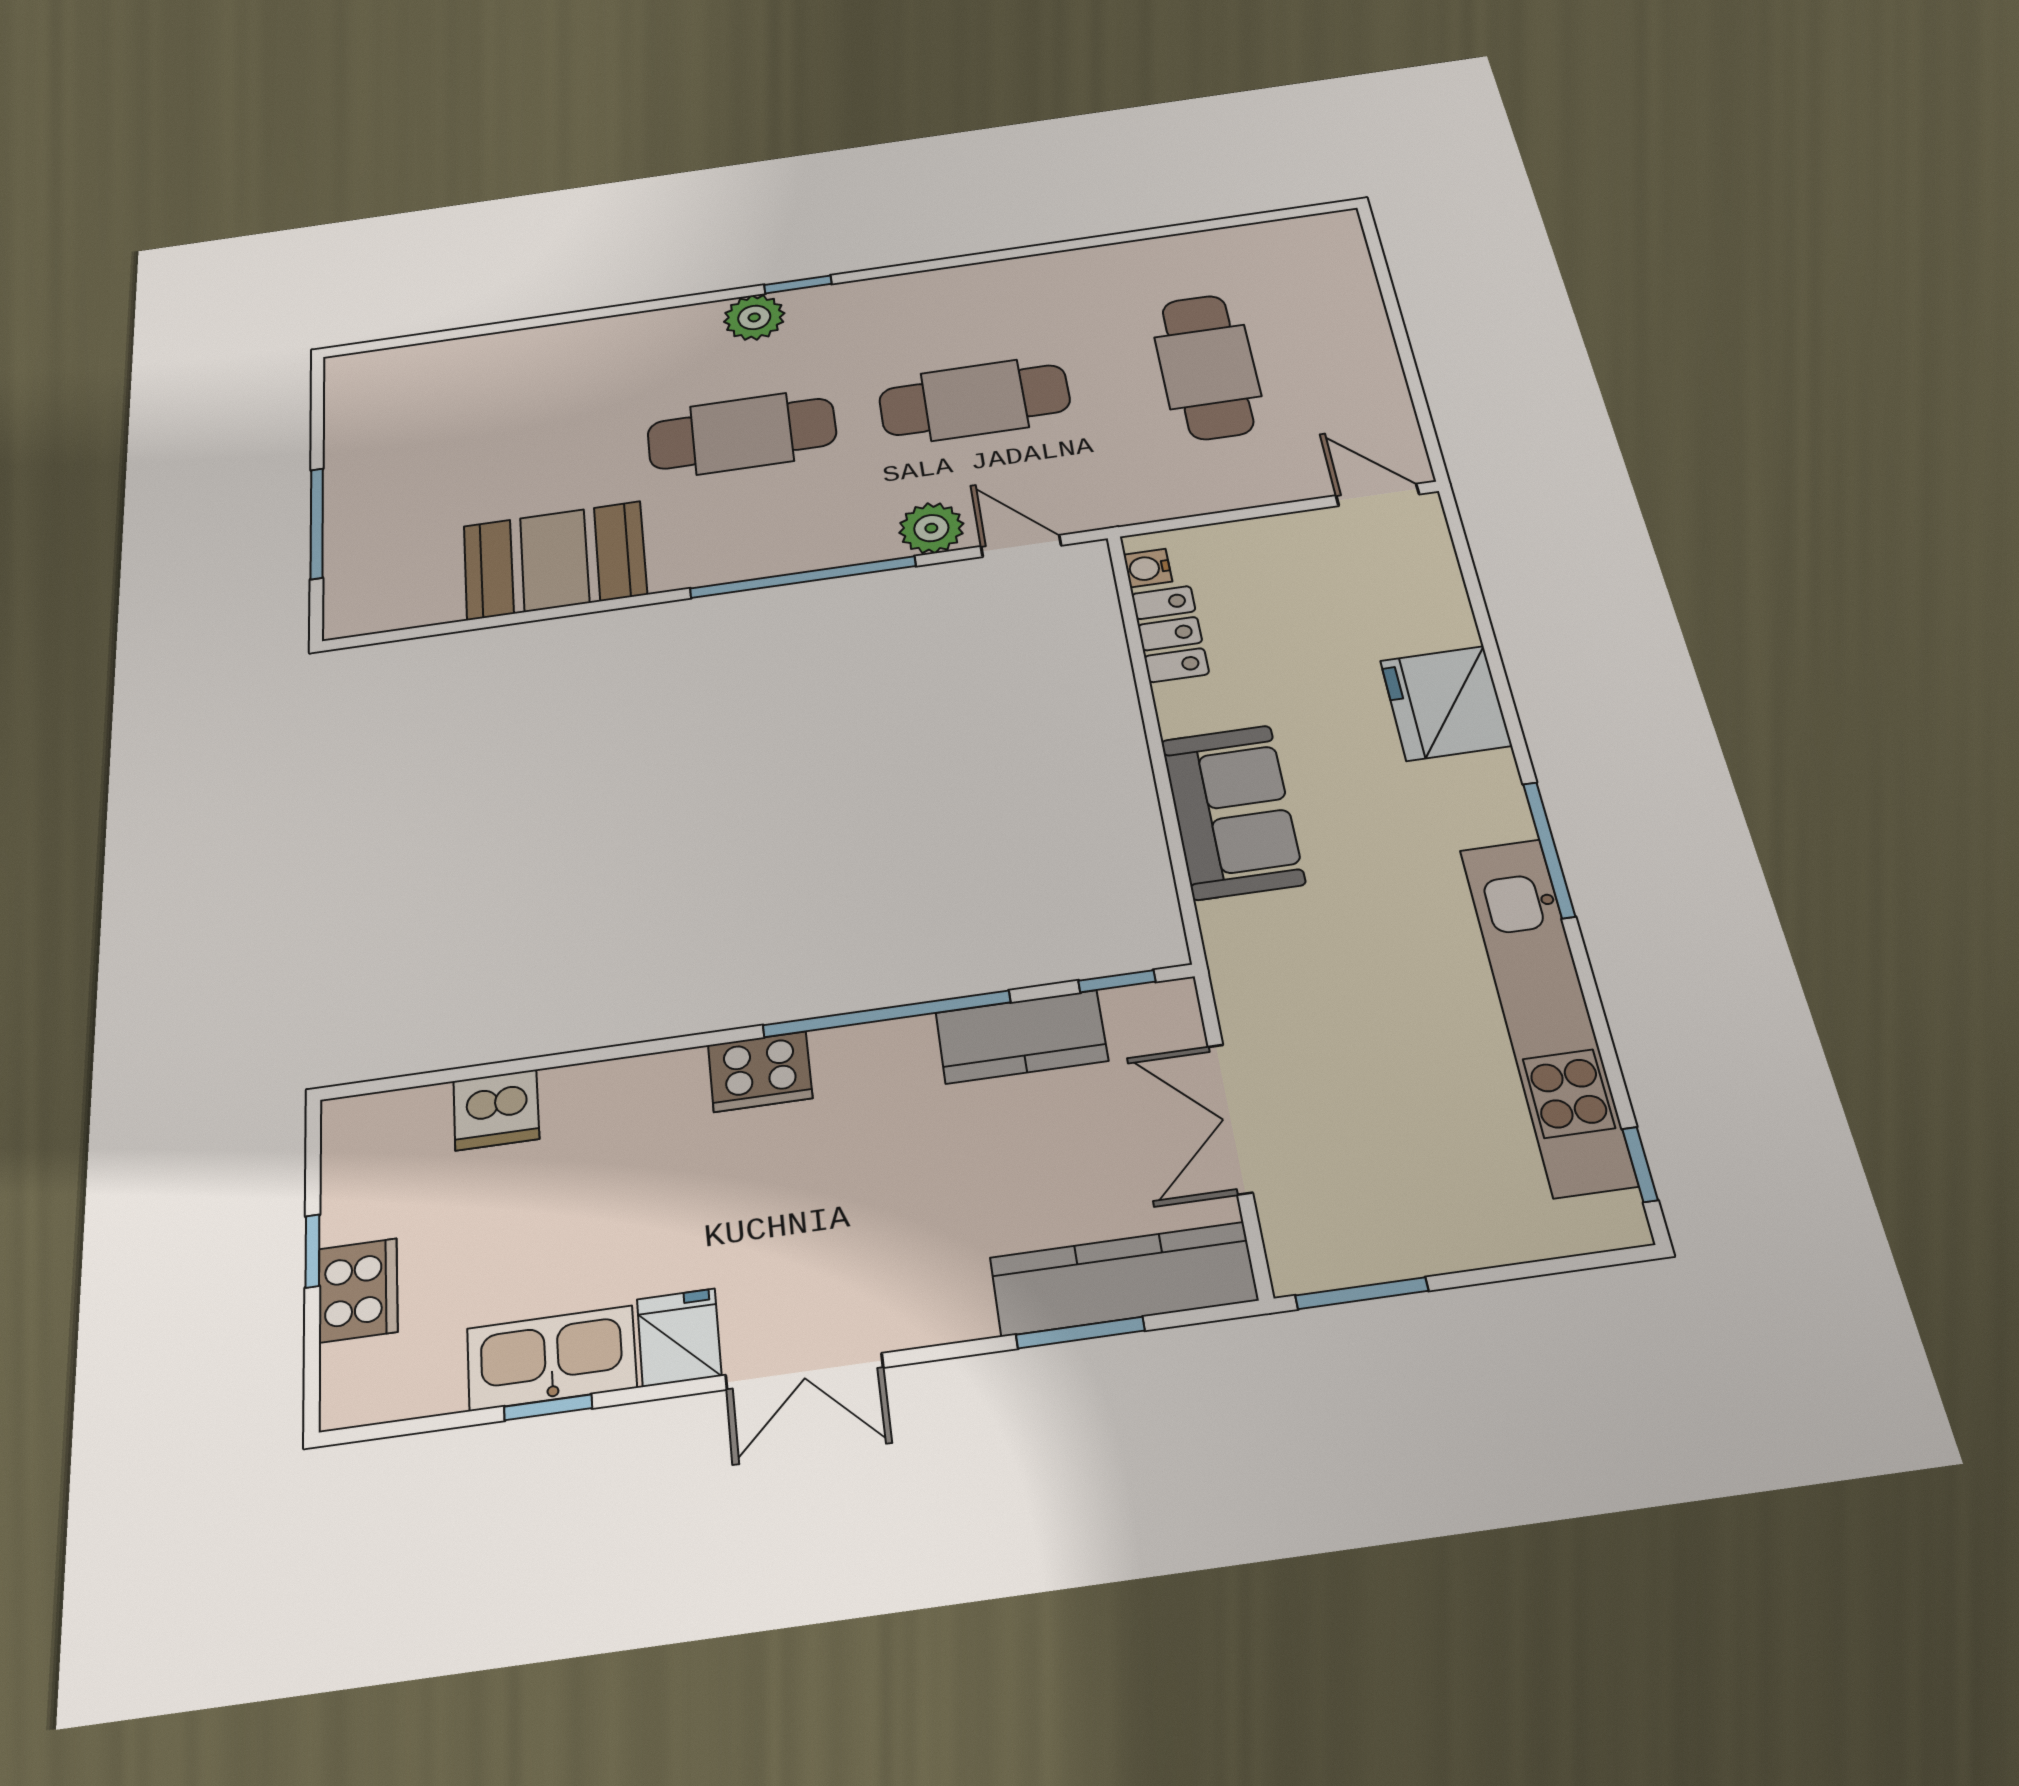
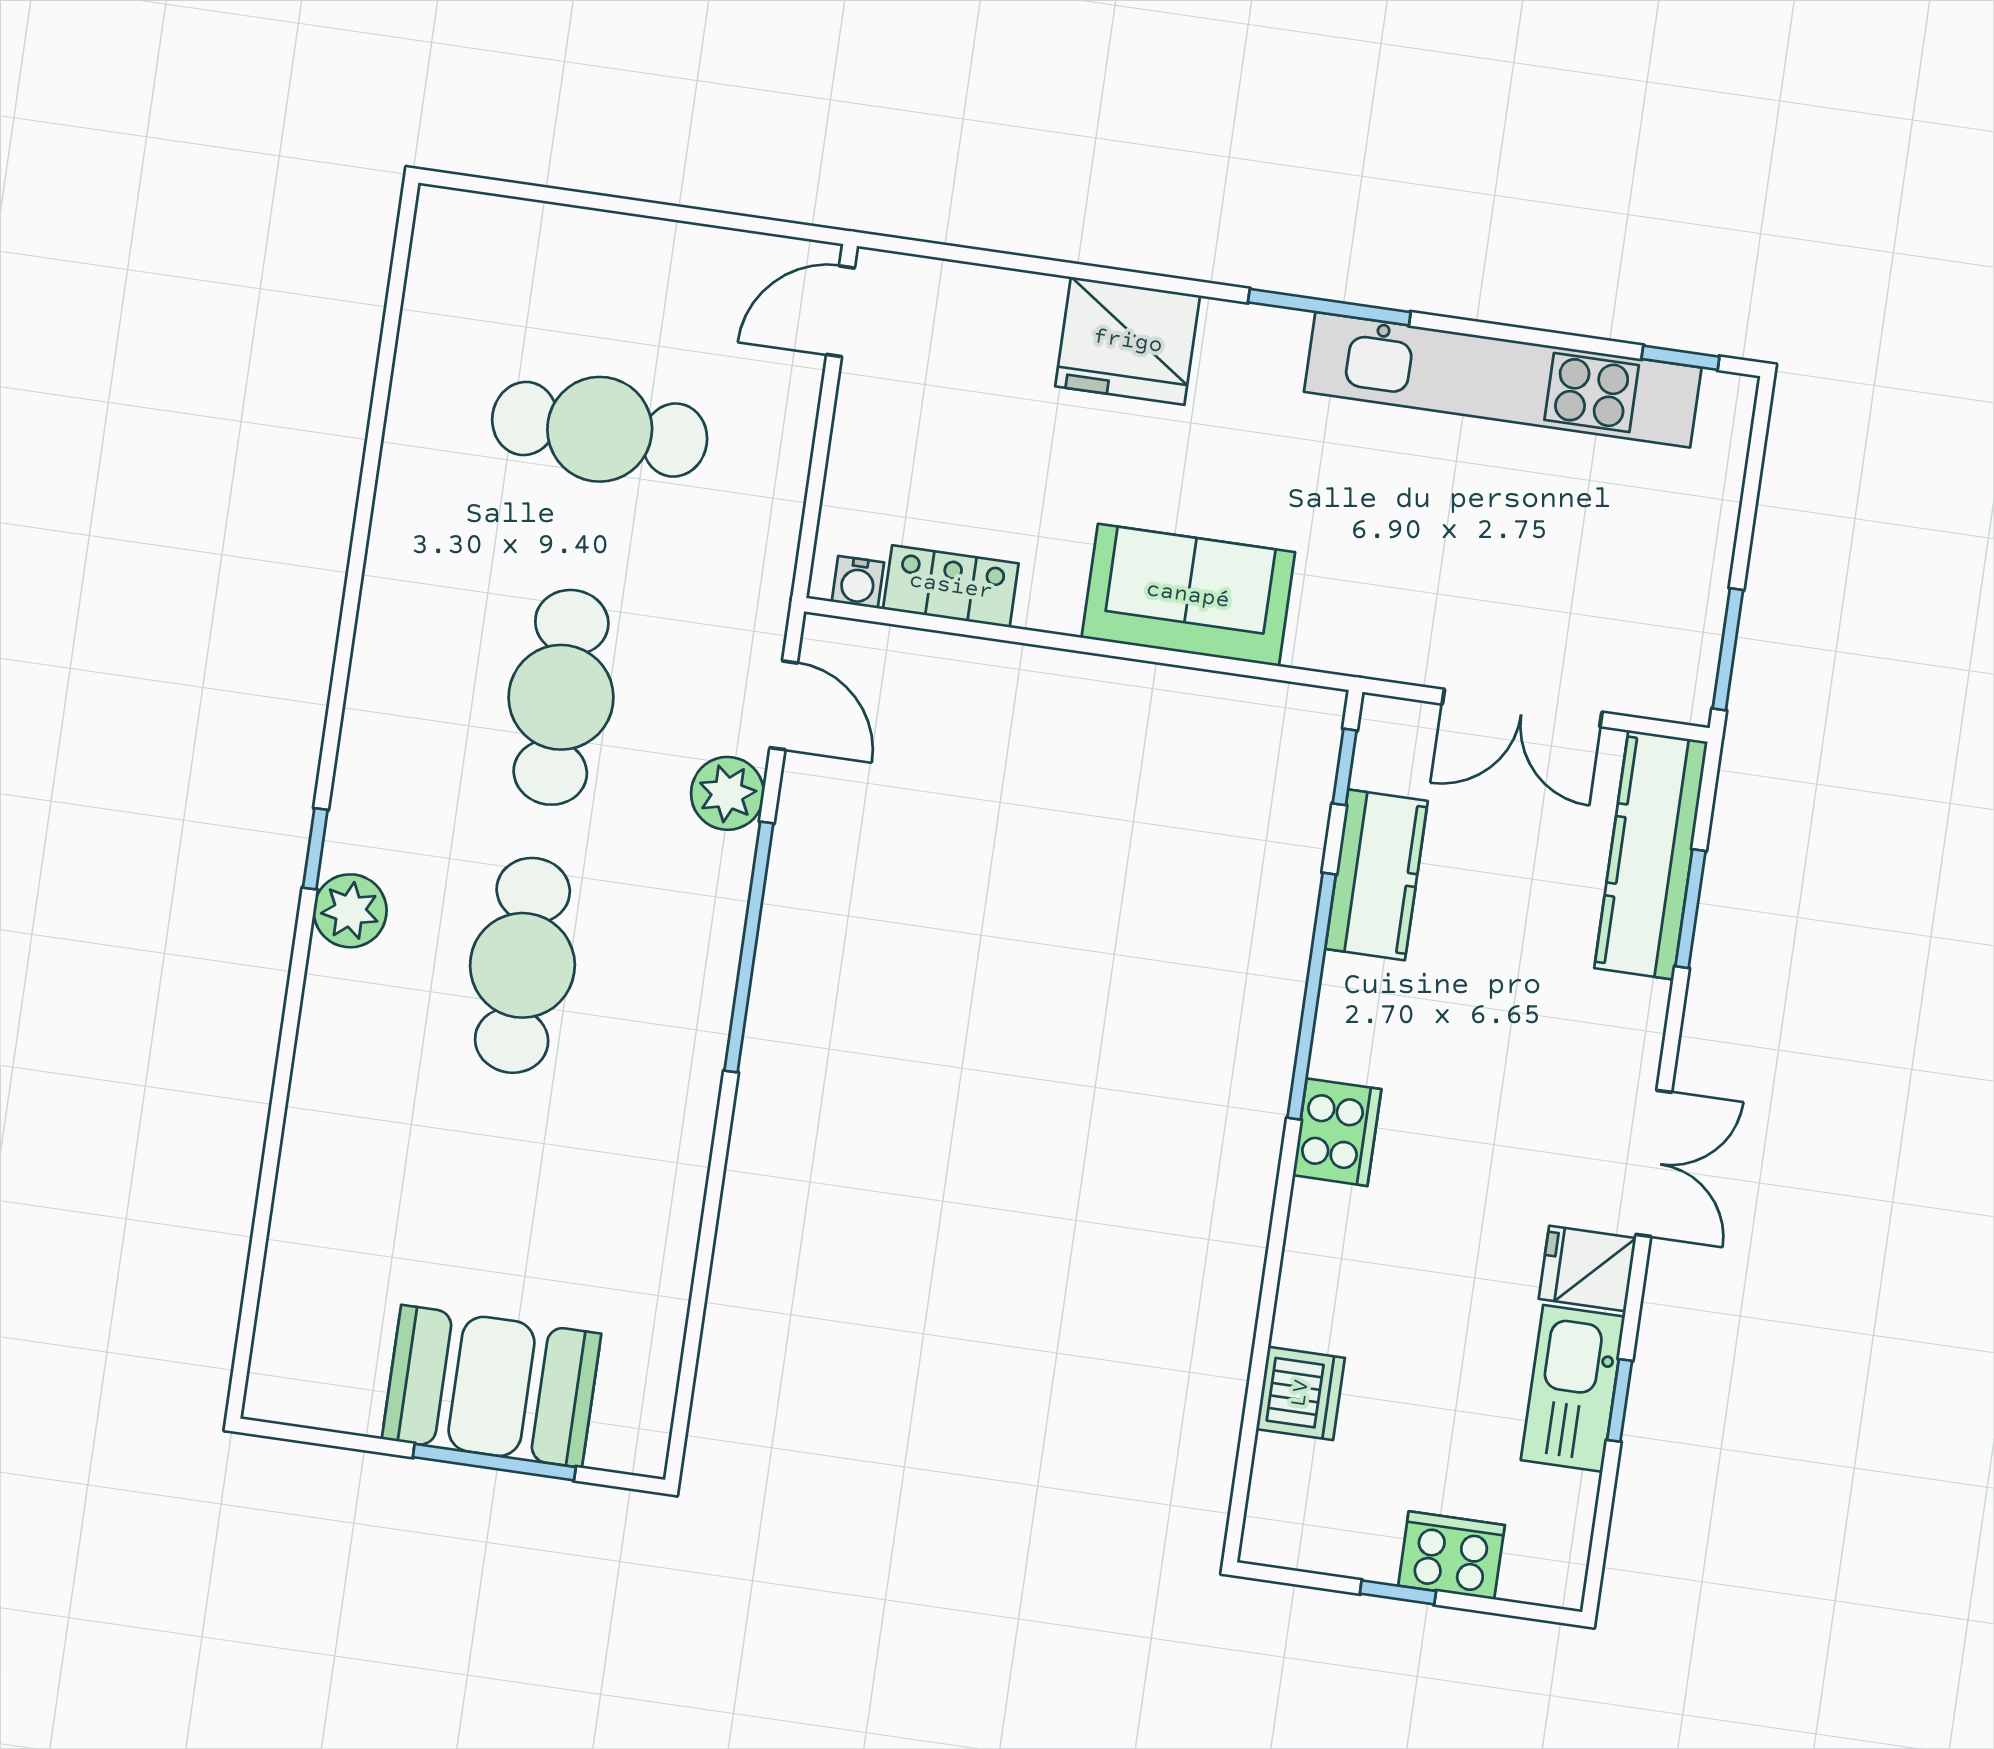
door: (1021, 546) -> (784, 705), swing flipped
booth: (555, 560) -> (492, 1386), moved, turned 90

